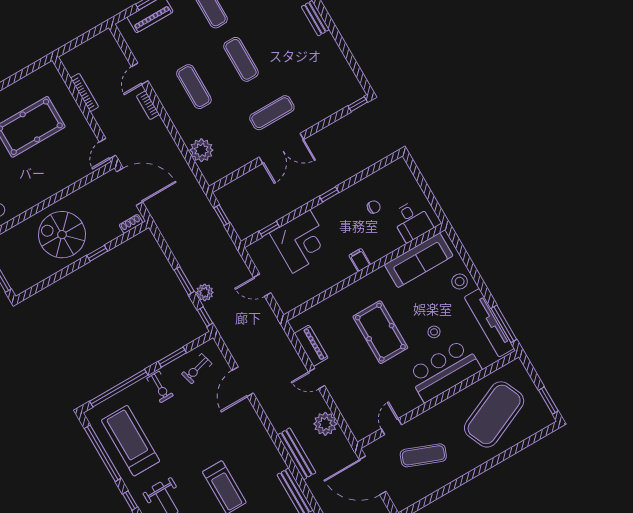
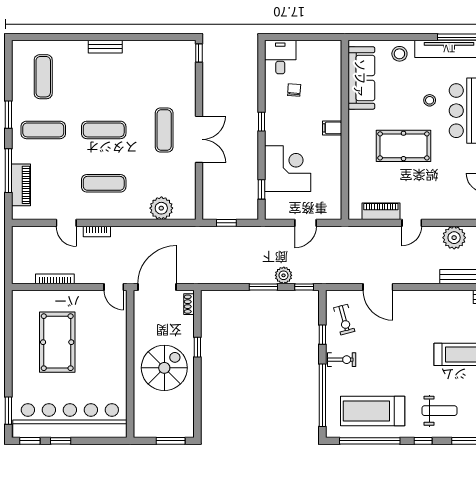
desk: (412, 221) -> (280, 57), moved, turned -90
spiral stairs: (62, 235) -> (164, 368), turned 180
window: (172, 357) -> (322, 335), width x0.67

